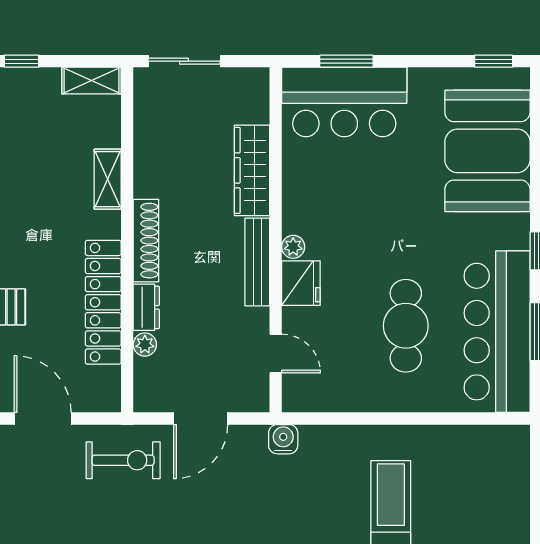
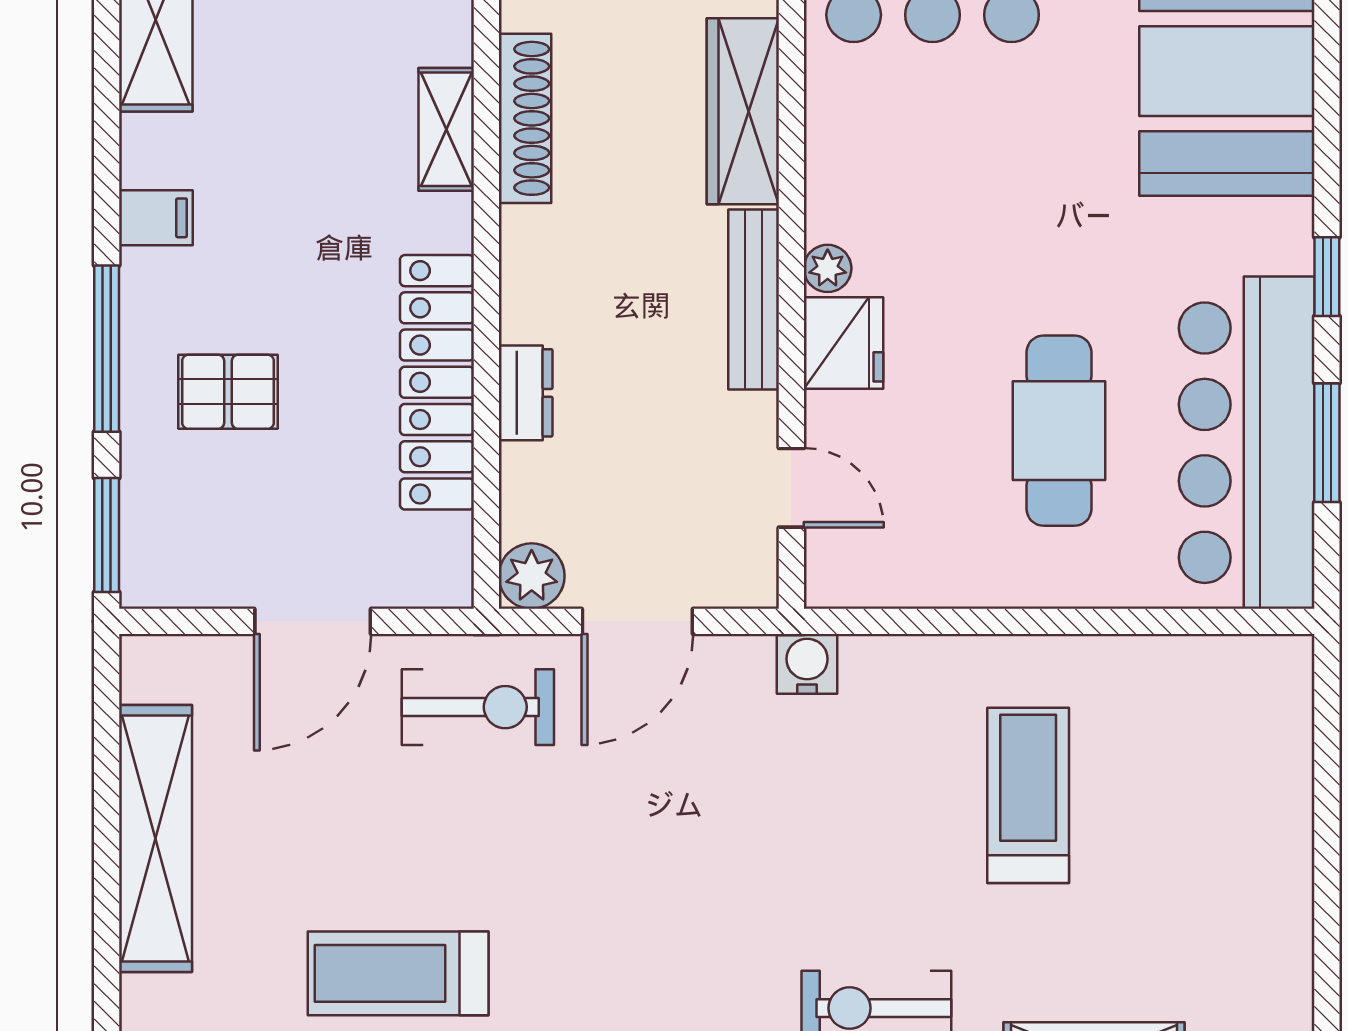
shoe rack: (146, 241) -> (525, 118), moved
plant: (145, 345) -> (532, 576), moved, width x1.38, depth x1.38
door: (43, 419) -> (313, 621), swing flipped

